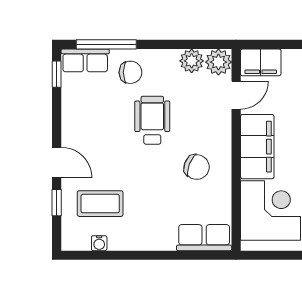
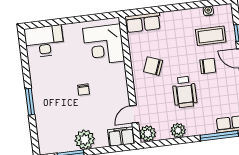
plant: (192, 61) -> (178, 130), moved
chair: (130, 72) -> (208, 66), moved, turned 180
filing cabinet: (257, 147) -> (117, 84), removed

